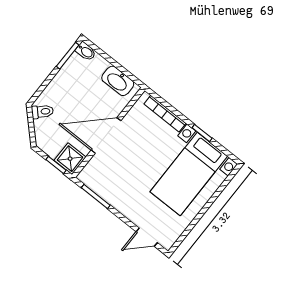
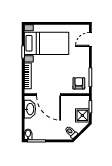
door: (106, 135) -> (49, 95), moved
shower: (70, 159) -> (82, 115), moved
armchair: (100, 175) -> (79, 83), added
door: (147, 237) -> (90, 40), swing flipped

